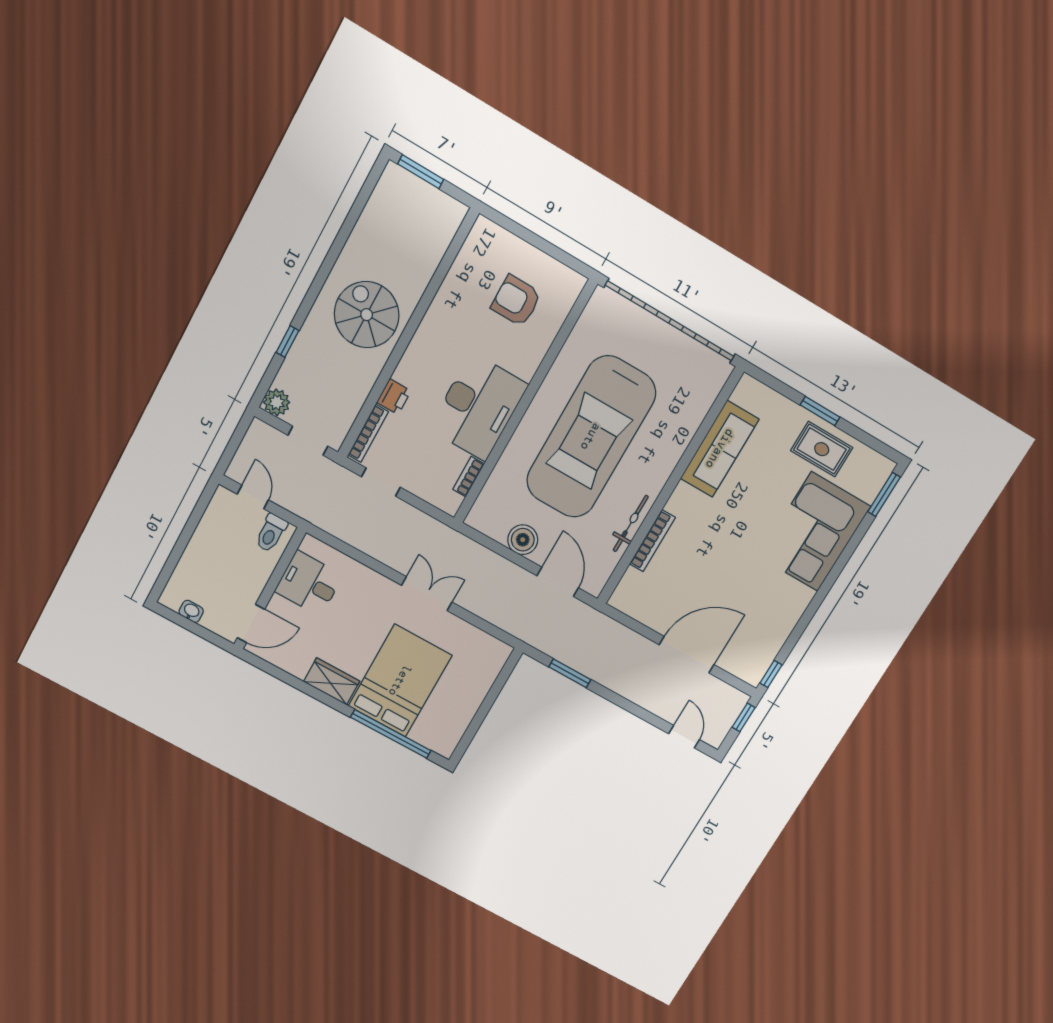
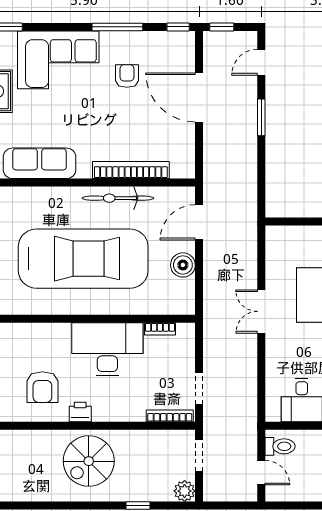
armchair: (516, 301) -> (42, 387), moved
printer: (394, 397) -> (80, 412), moved
door: (253, 497) -> (261, 473), swing flipped
bicycle: (631, 523) -> (118, 198), width x1.37, depth x1.40
bookcase: (652, 541) -> (131, 170), width x1.48, depth x1.31
armchair: (754, 594) -> (127, 76), added
window: (810, 613) -> (117, 27), added
window: (570, 673) -> (261, 117), moved

